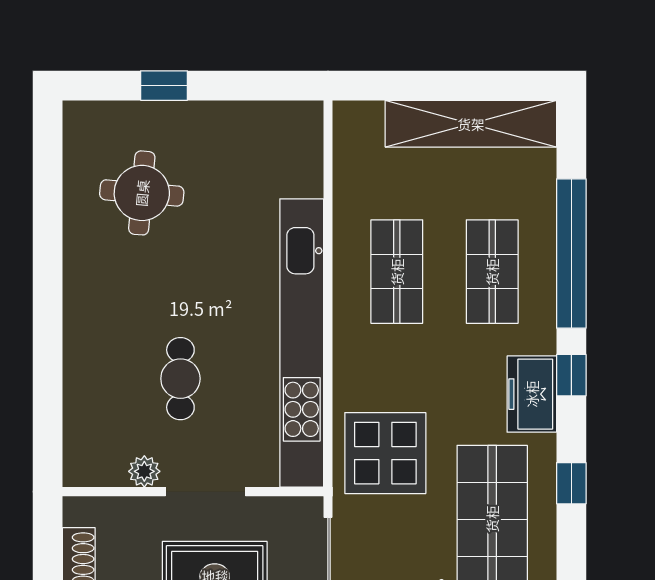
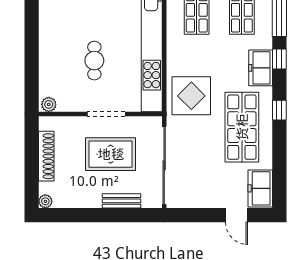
plant: (144, 471) -> (49, 104), moved

